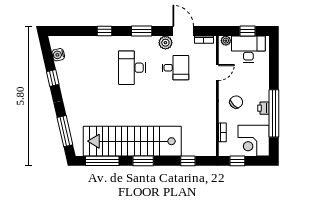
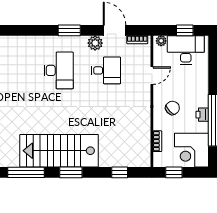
window: (104, 31) -> (29, 30), removed
desk: (132, 68) -> (59, 70), turned 180
stairs: (132, 141) -> (59, 151), width x0.73

